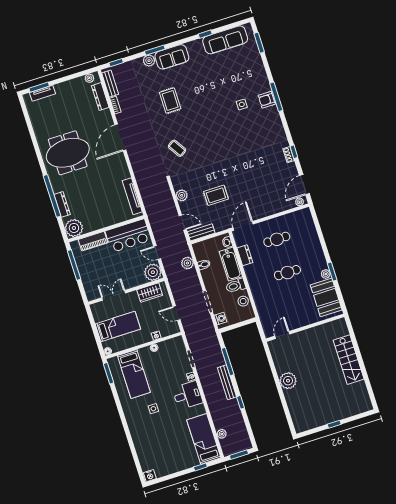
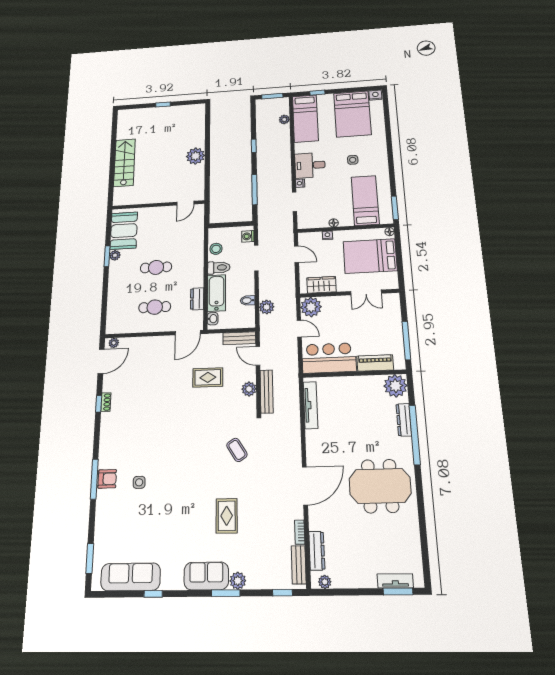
bed: (118, 326) -> (370, 256), width x1.50
bench: (227, 382) -> (267, 391), moved
bed: (165, 453) -> (352, 114), added

